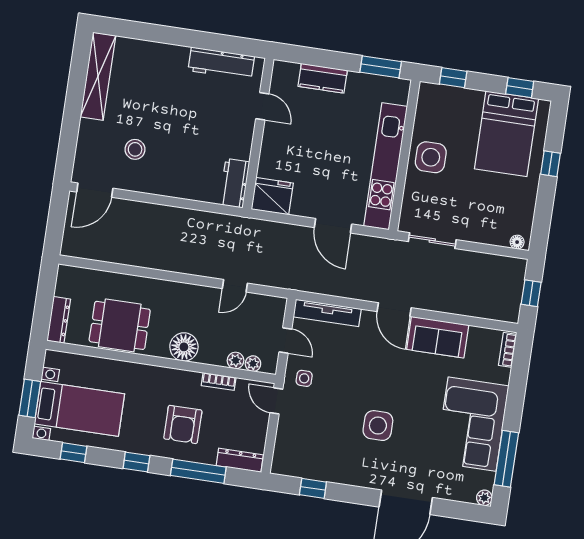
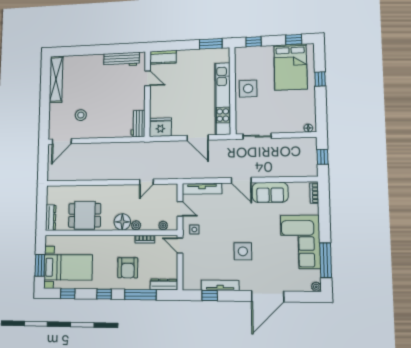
kitchen counter: (323, 78) -> (163, 57), moved
plant: (236, 360) -> (136, 225), moved
tv unit: (333, 475) -> (220, 285), added

